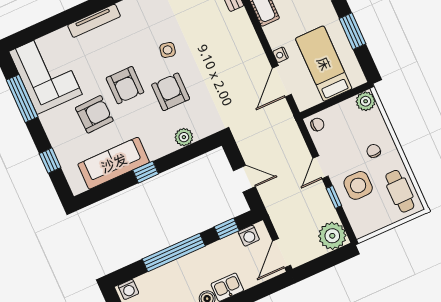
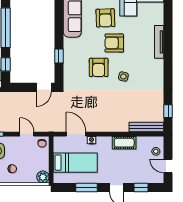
armchair: (171, 92) -> (99, 67), turned 90
plant: (184, 137) -> (69, 63), removed
door: (321, 167) -> (27, 134), moved
window: (146, 172) -> (59, 56), moved
door: (244, 179) -> (44, 87), moved

